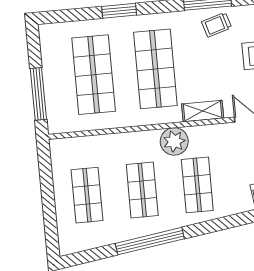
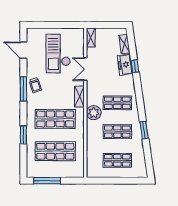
window: (38, 94) -> (47, 181), moved
window: (150, 241) -> (144, 130), width x0.47

